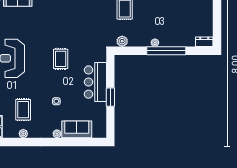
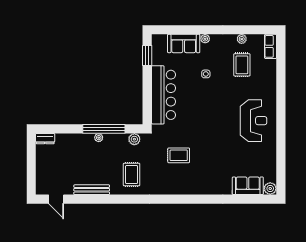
window: (166, 51) -> (104, 129), moved
rug: (61, 59) -> (179, 155), moved, turned 90
bar counter: (95, 82) -> (163, 95), width x1.36
window: (110, 97) -> (147, 55), moved

